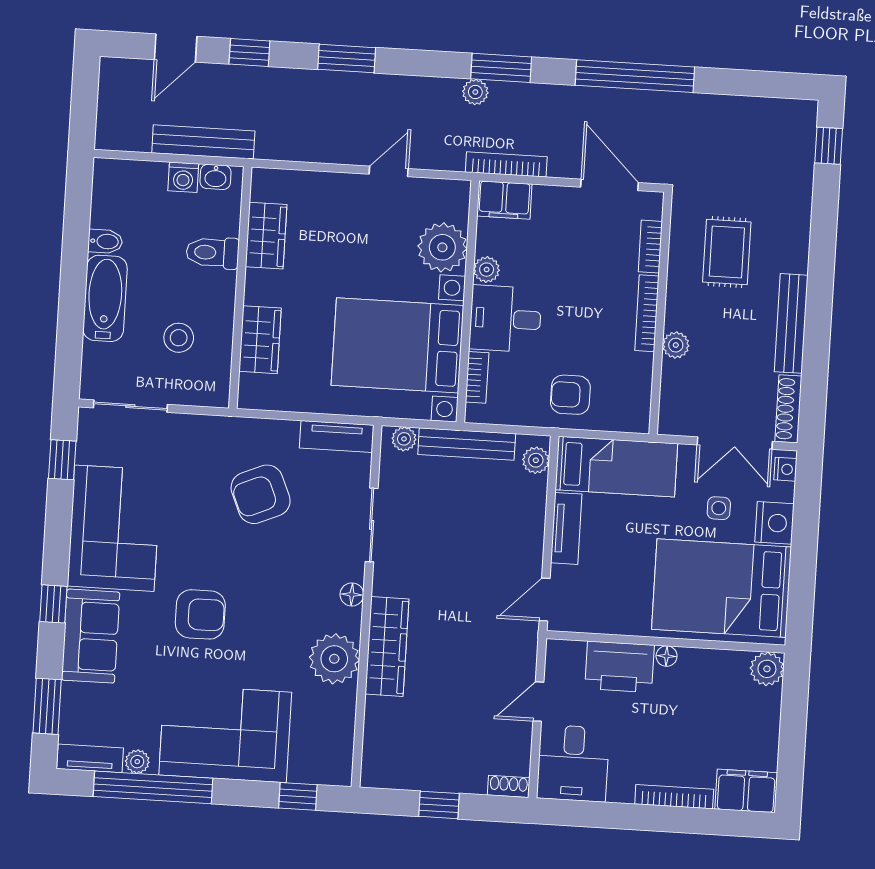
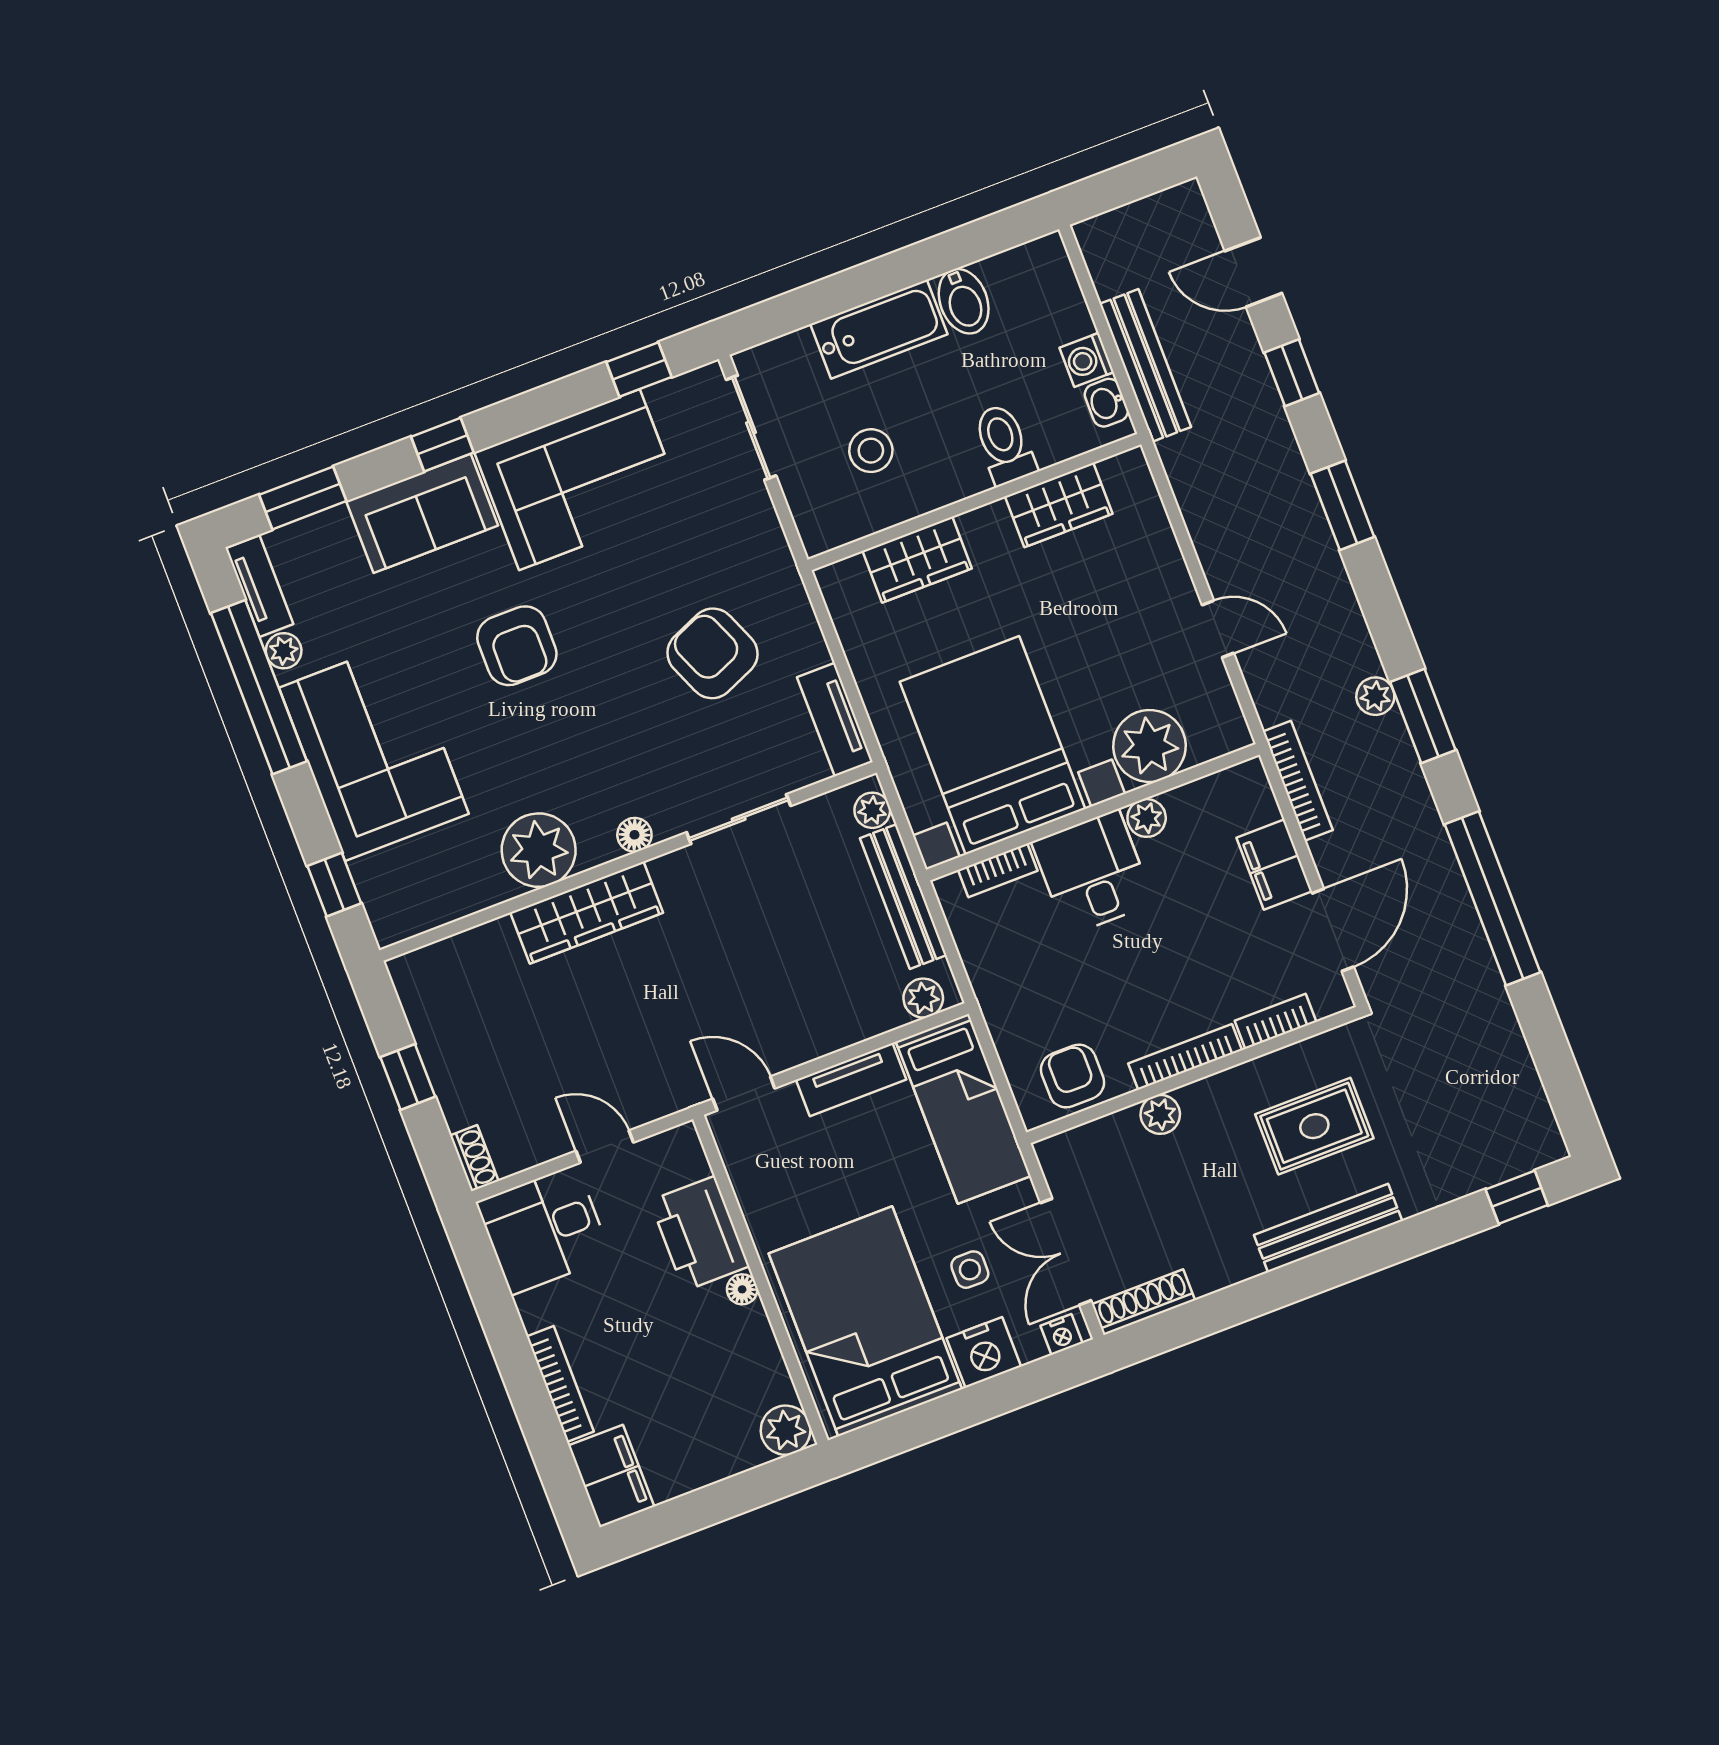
filing cabinet: (504, 200) -> (1274, 864), moved
bidet: (105, 241) -> (964, 301), width x1.38, depth x1.36
bench: (791, 323) -> (1328, 1228), moved
armchair: (570, 395) -> (1073, 1076), moved

